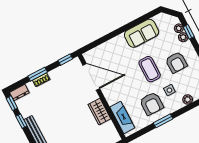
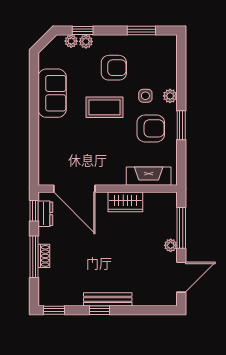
window: (38, 74) -> (34, 257), width x1.44
door: (91, 77) -> (74, 189), swing flipped
dresser: (19, 93) -> (45, 214), moved
plant: (188, 99) -> (170, 96), moved
window: (21, 121) -> (100, 310), moved

